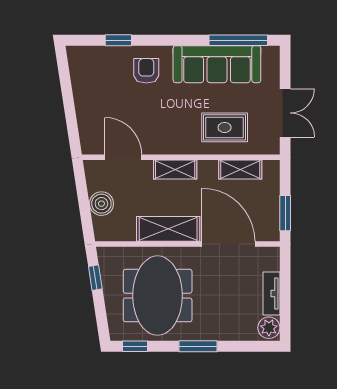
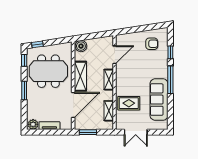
window: (238, 40) -> (170, 80), moved
armchair: (146, 71) -> (152, 44), moved
rug: (225, 127) -> (129, 103), turned 90
boiler: (101, 204) -> (81, 46), moved
window: (95, 278) -> (37, 44), moved

